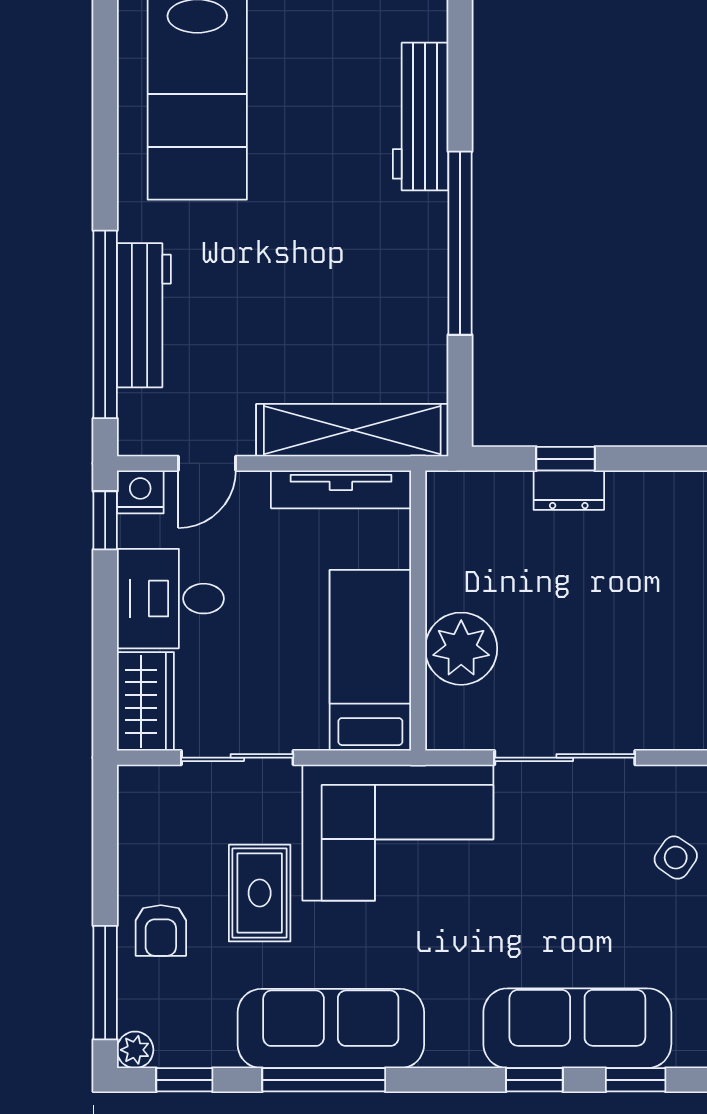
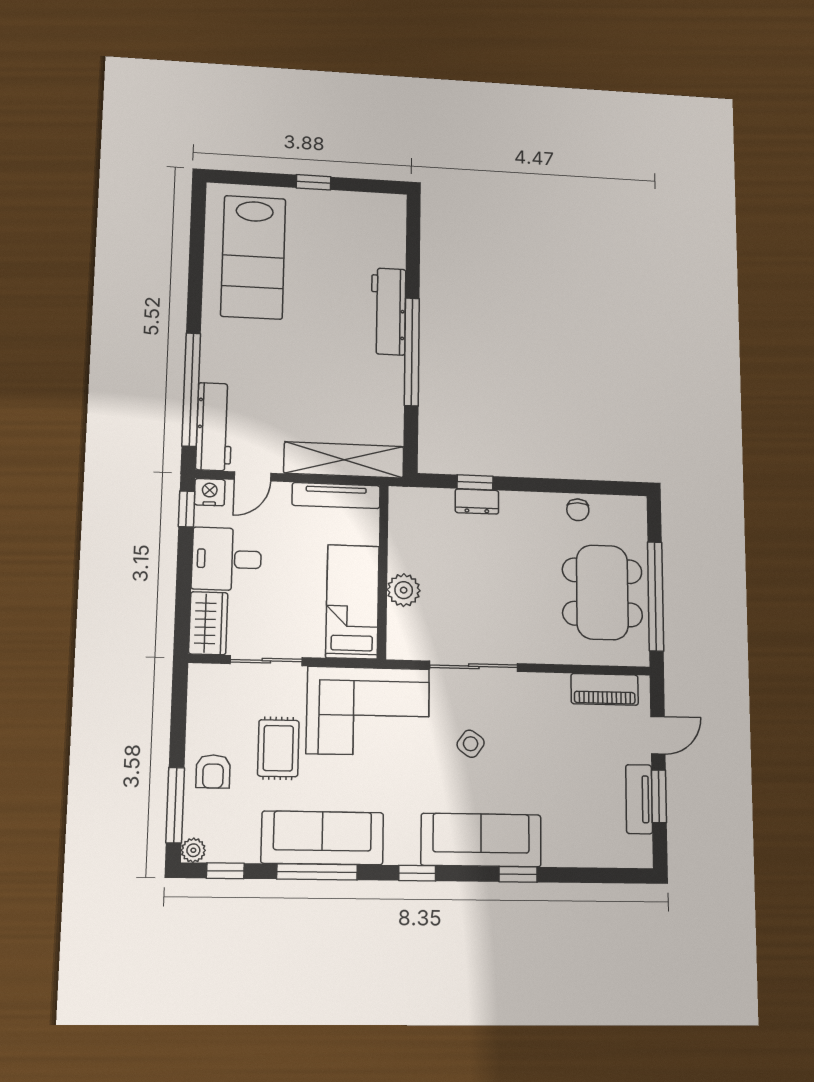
workbench: (421, 117) -> (388, 311), moved
workbench: (144, 315) -> (214, 427), moved
plant: (461, 649) -> (404, 590), width x0.73, depth x0.73
side table: (676, 858) -> (471, 744), moved
window: (534, 1080) -> (417, 873), moved

